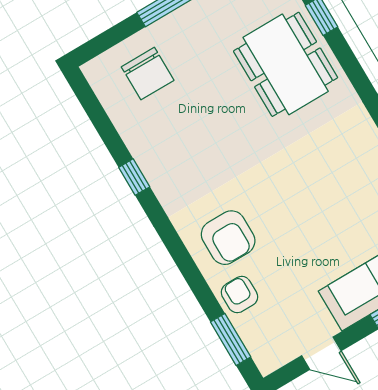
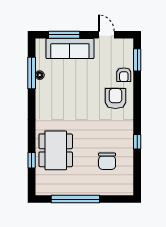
chair: (148, 74) -> (107, 161), moved, turned 180

